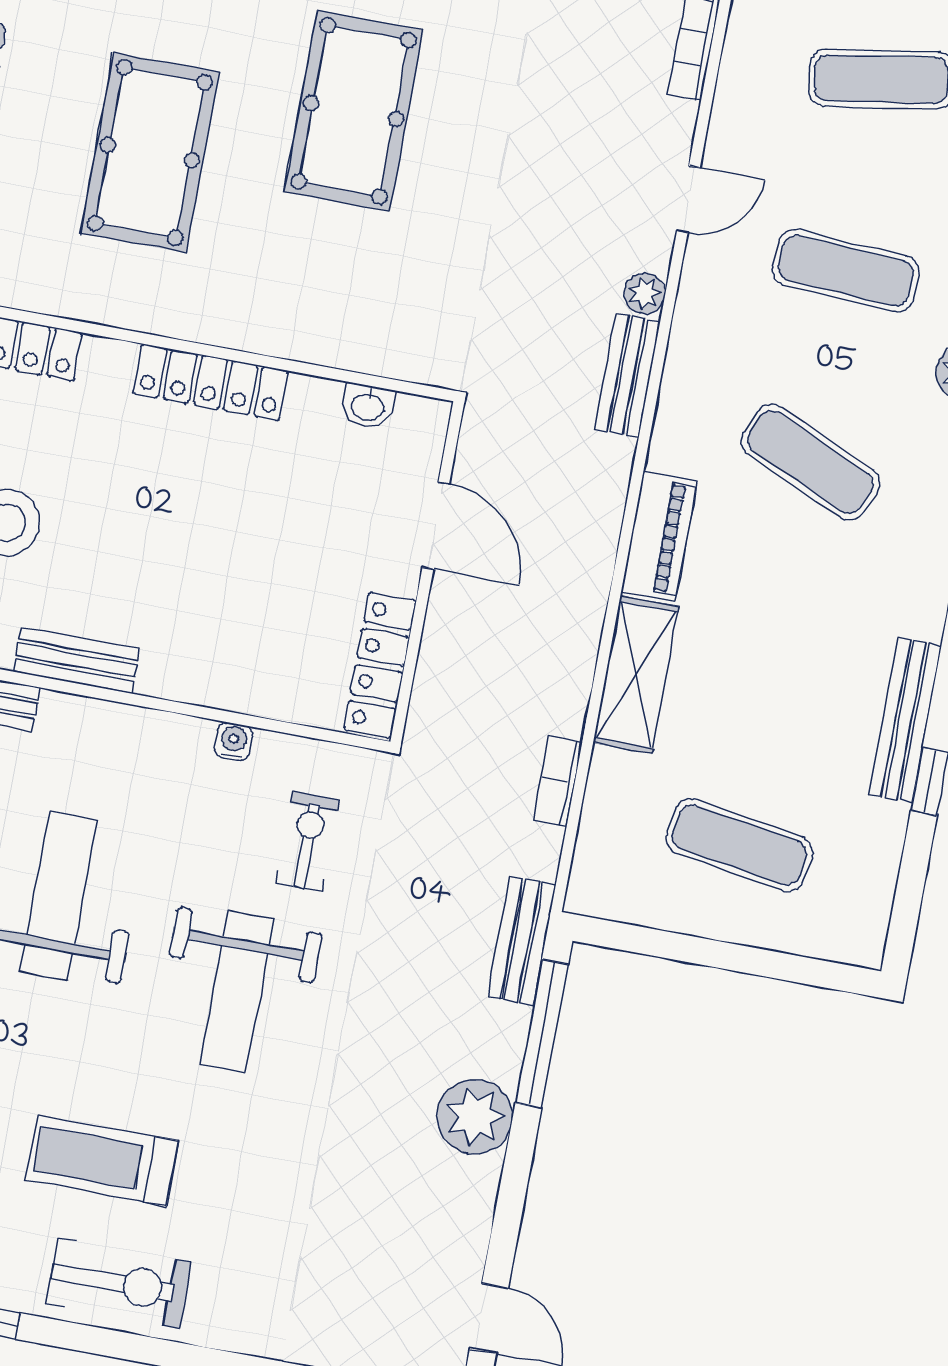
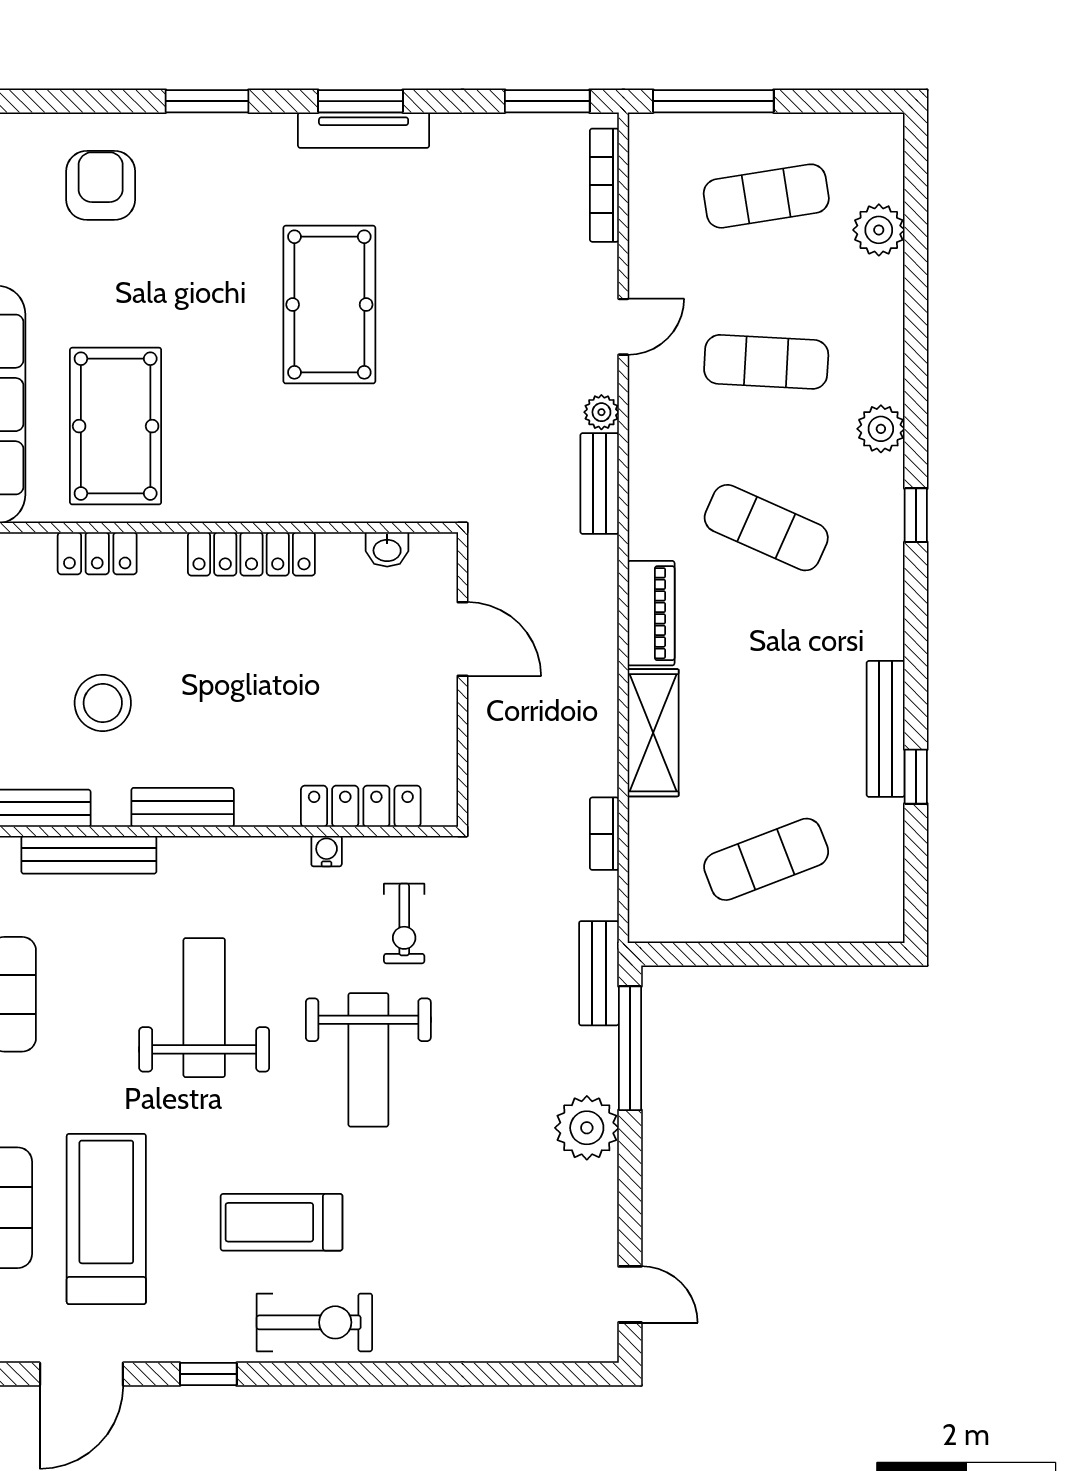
pool table: (150, 153) -> (116, 426), moved
locker: (380, 665) -> (361, 806), moved, turned 90
exercise bike: (308, 842) -> (404, 923), turned 180
exercise mat: (739, 845) -> (766, 859), turned -30

